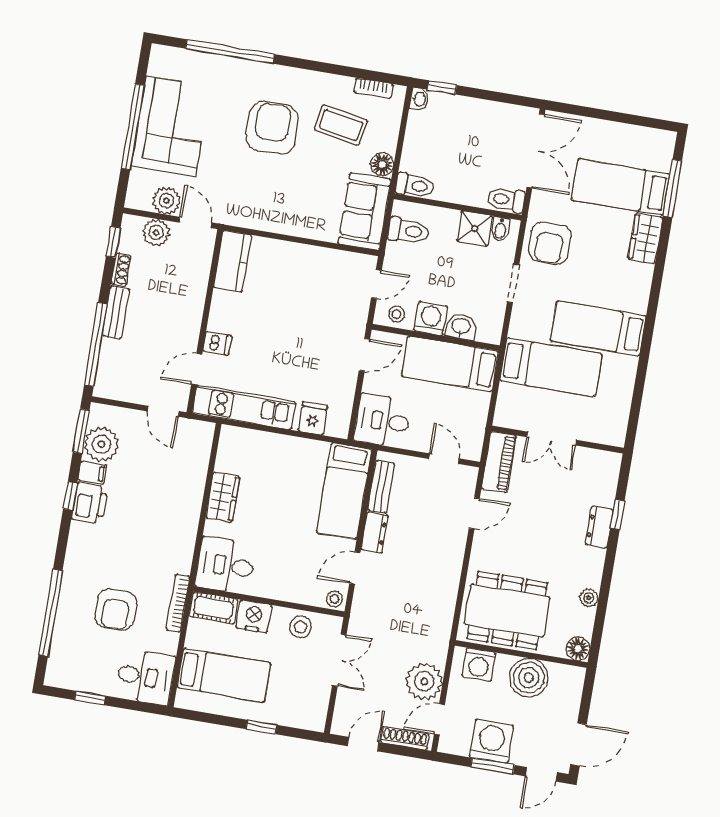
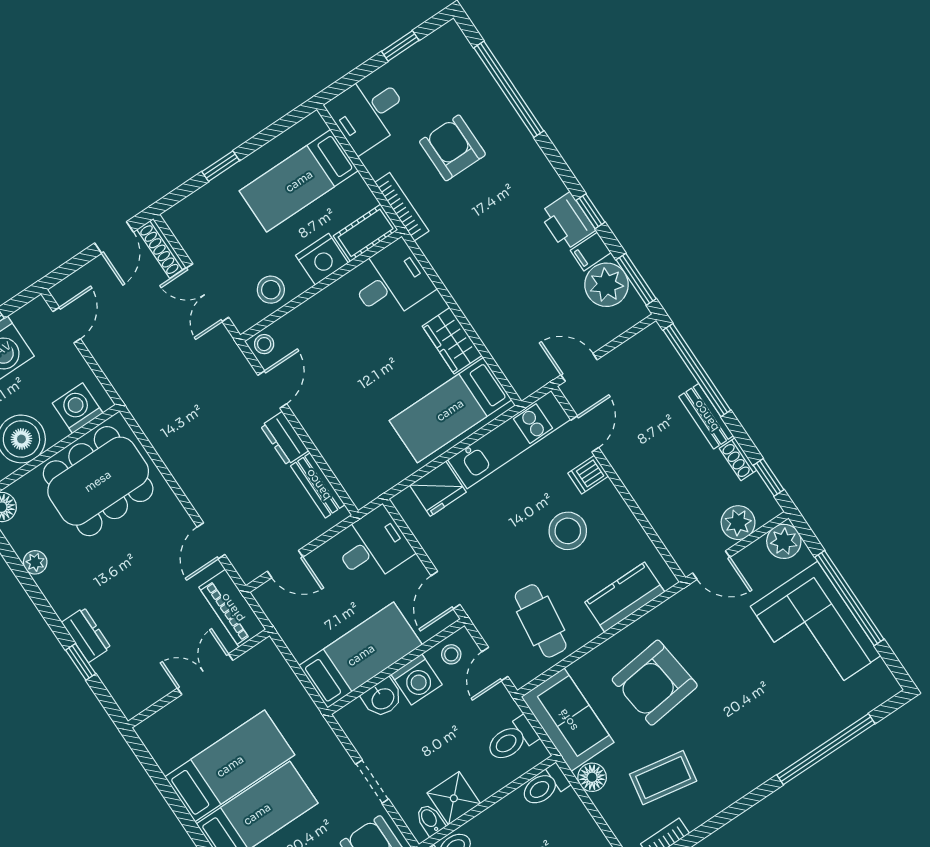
armchair: (272, 128) -> (655, 683), moved, turned 83
plant: (166, 201) -> (784, 541), moved
kitchen counter: (233, 261) -> (625, 597), moved, turned 90
cafe table: (326, 284) -> (541, 621), added
stool: (260, 322) -> (568, 531), added
bed: (551, 367) -> (230, 766), moved, turned 180
fridge: (313, 418) -> (438, 489), width x1.38
bed: (344, 491) -> (450, 410), moved, turned -90
plant: (424, 681) -> (113, 346), removed
shoe rack: (405, 738) -> (161, 248), moved, turned 90

